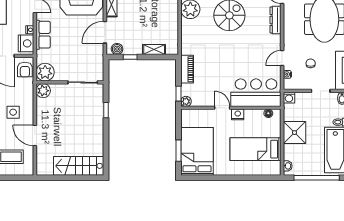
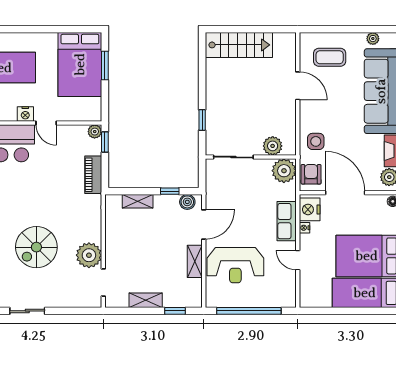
plant: (43, 91) -> (273, 146), moved
side table: (13, 112) -> (316, 141), moved

